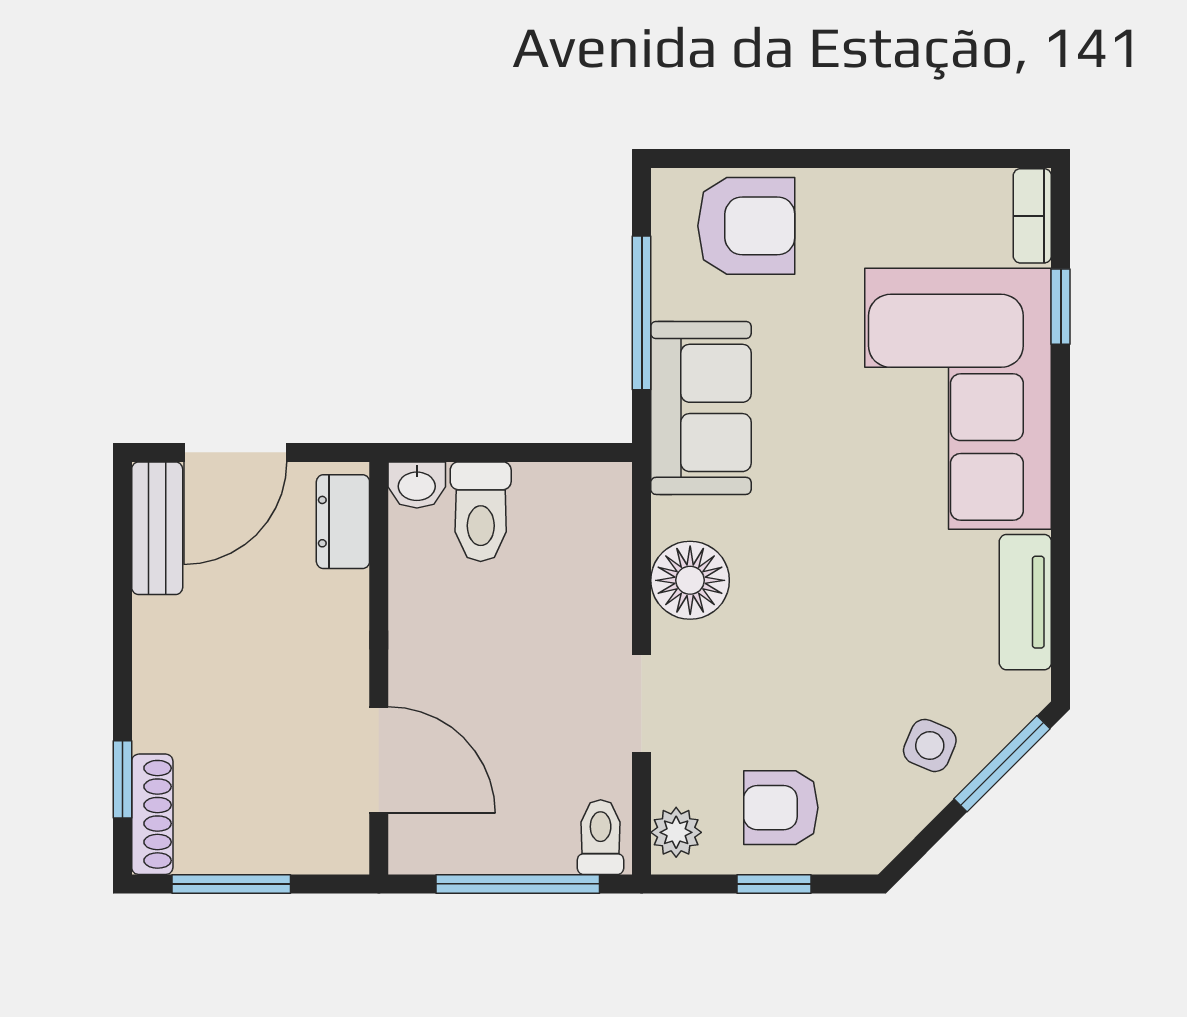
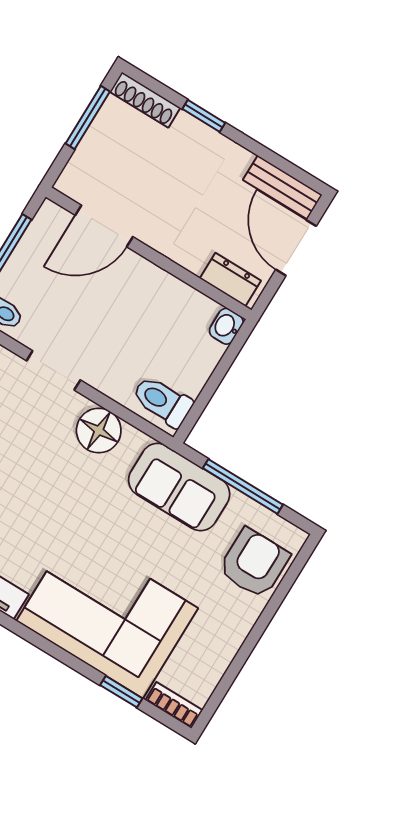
armchair: (746, 226) -> (254, 563), turned 180
toilet: (481, 512) -> (162, 401), moved
window: (122, 779) -> (204, 116), moved

